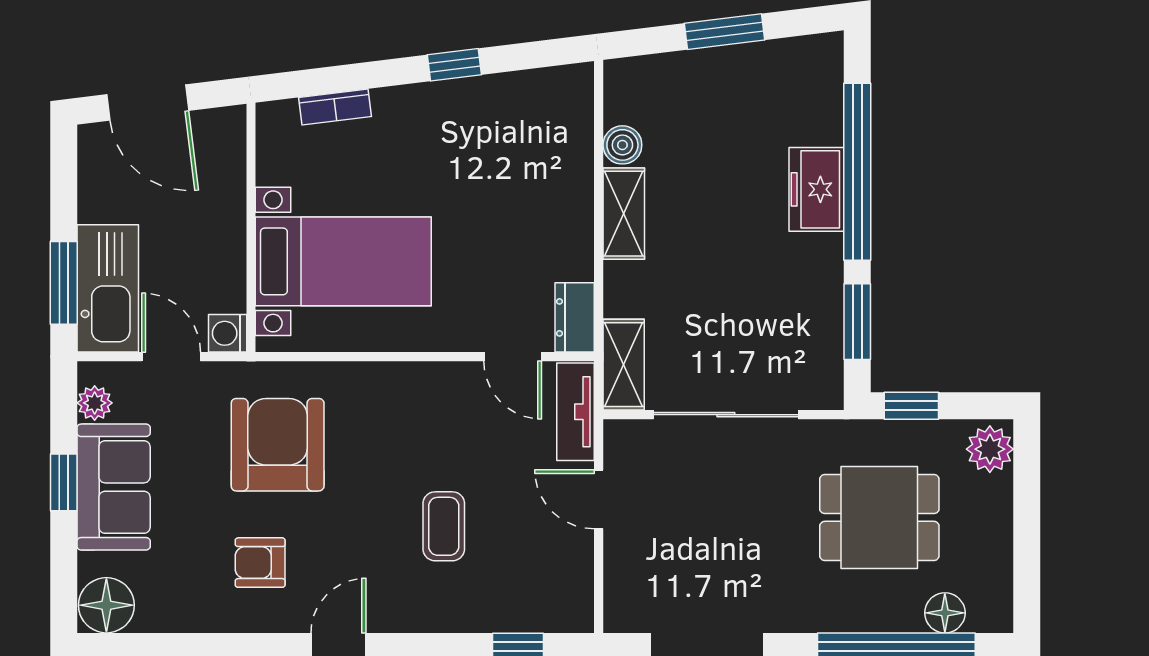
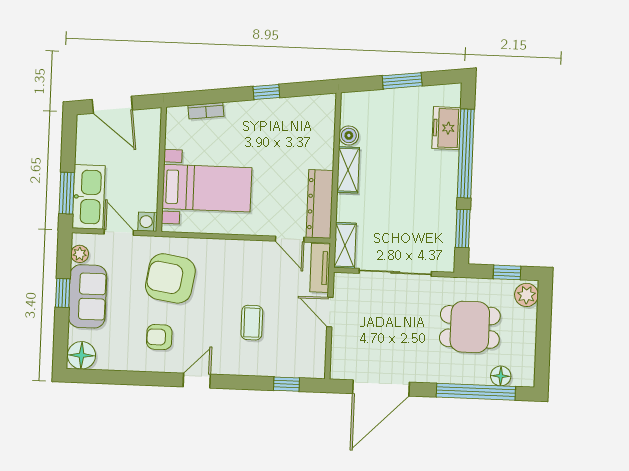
freezer: (817, 189) -> (446, 128), moved
dresser: (575, 317) -> (320, 204), width x1.96, depth x1.24
window: (911, 406) -> (507, 272), moved
armchair: (278, 445) -> (170, 278), turned -81

